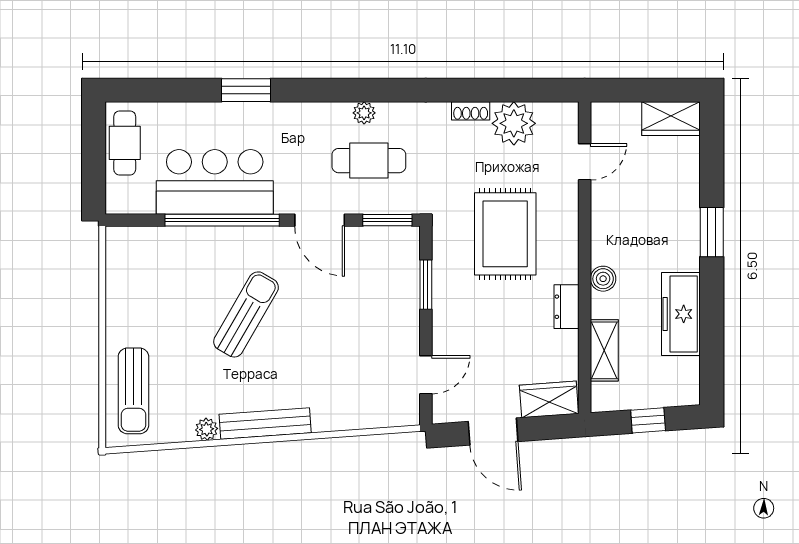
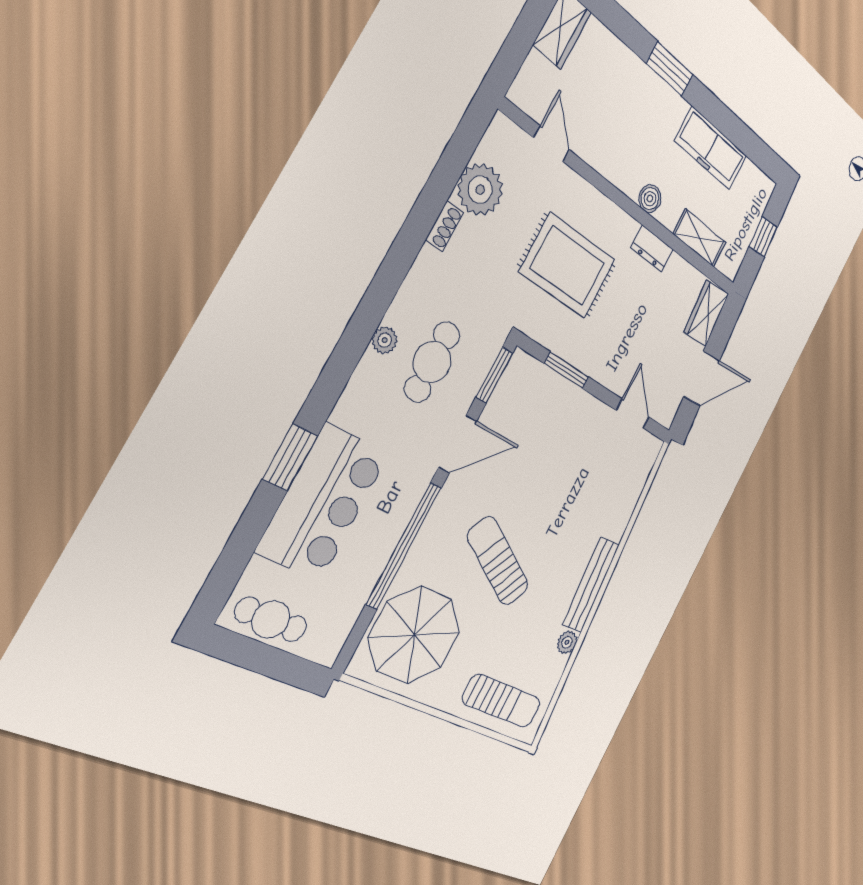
bar counter: (215, 182) -> (323, 502), moved, turned 180
parasol: (158, 272) -> (414, 635), added

